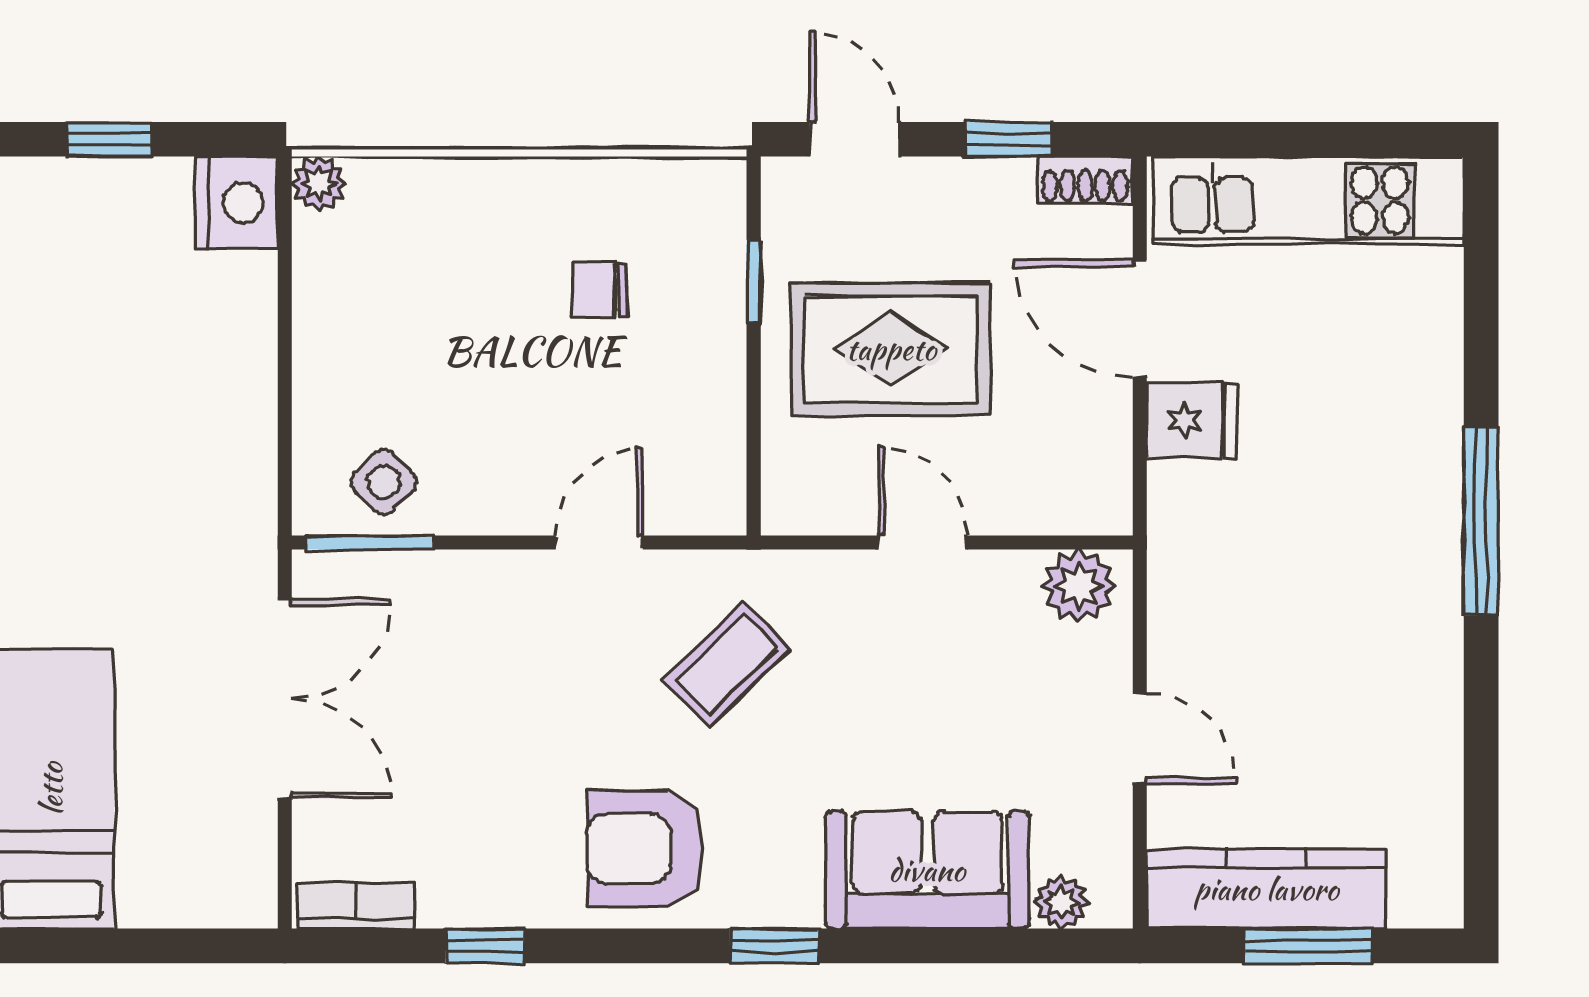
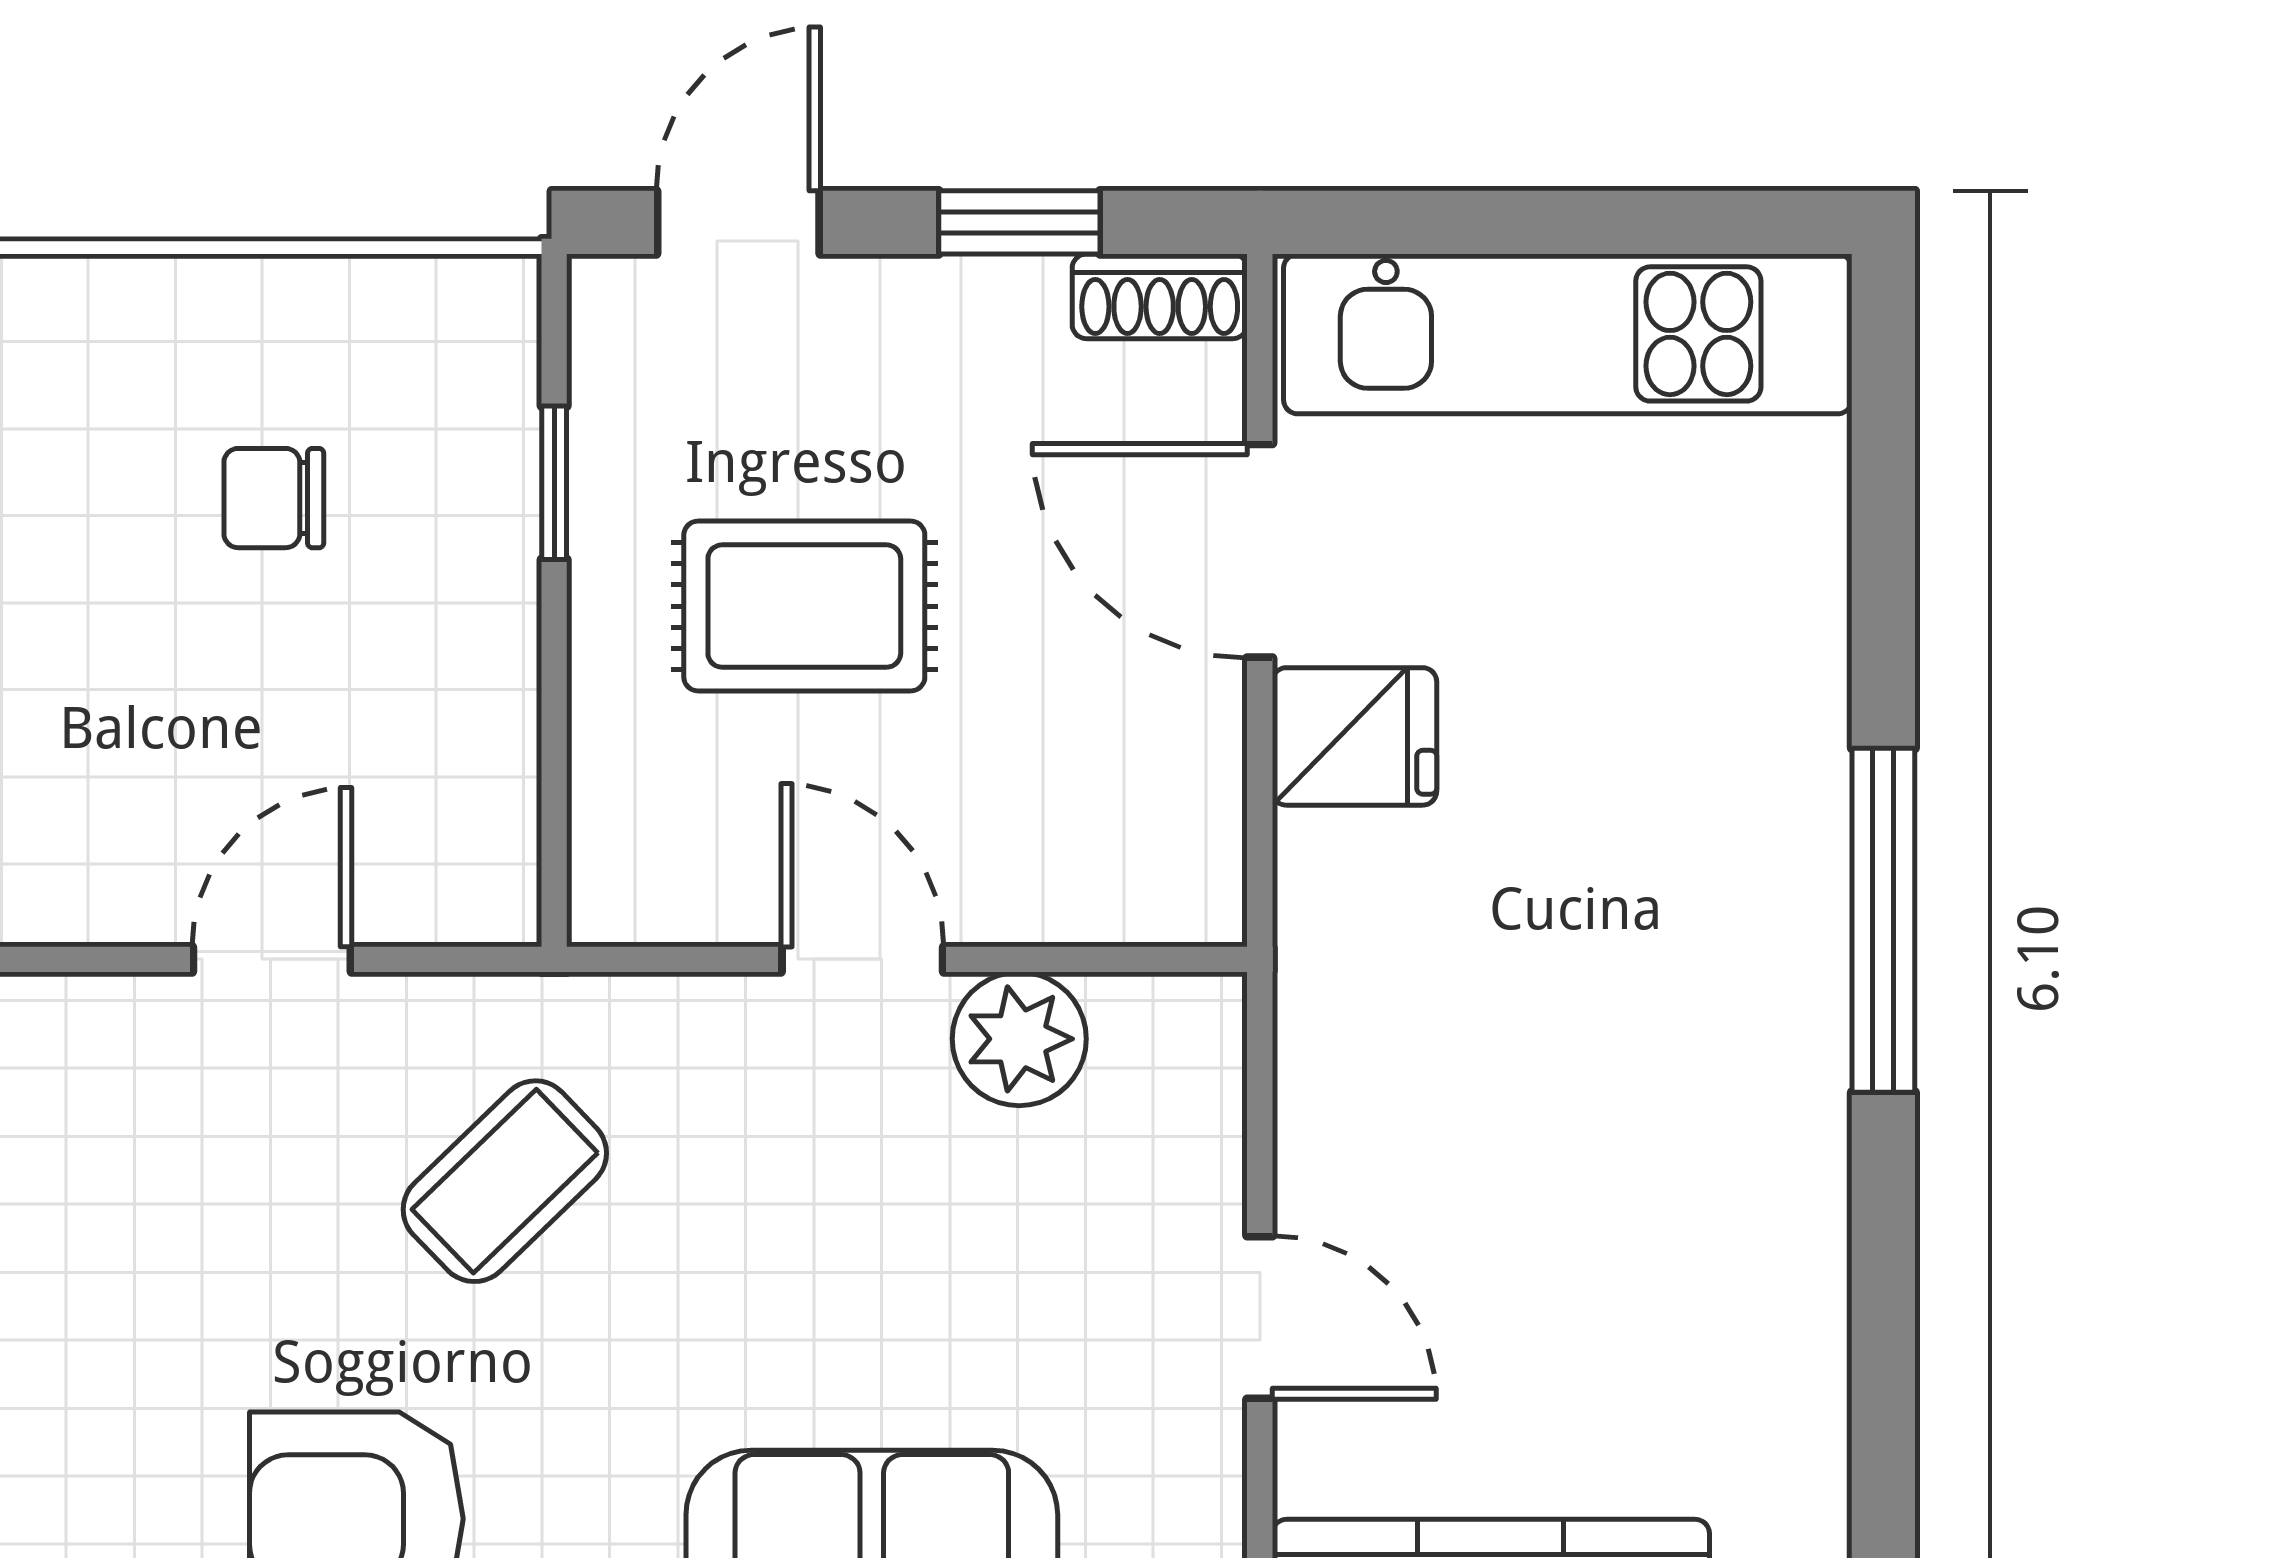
door: (854, 139) -> (738, 222), hinge flipped
rug: (891, 349) -> (804, 606), width x0.73, depth x0.70
plant: (1079, 586) -> (1019, 1039), moved

